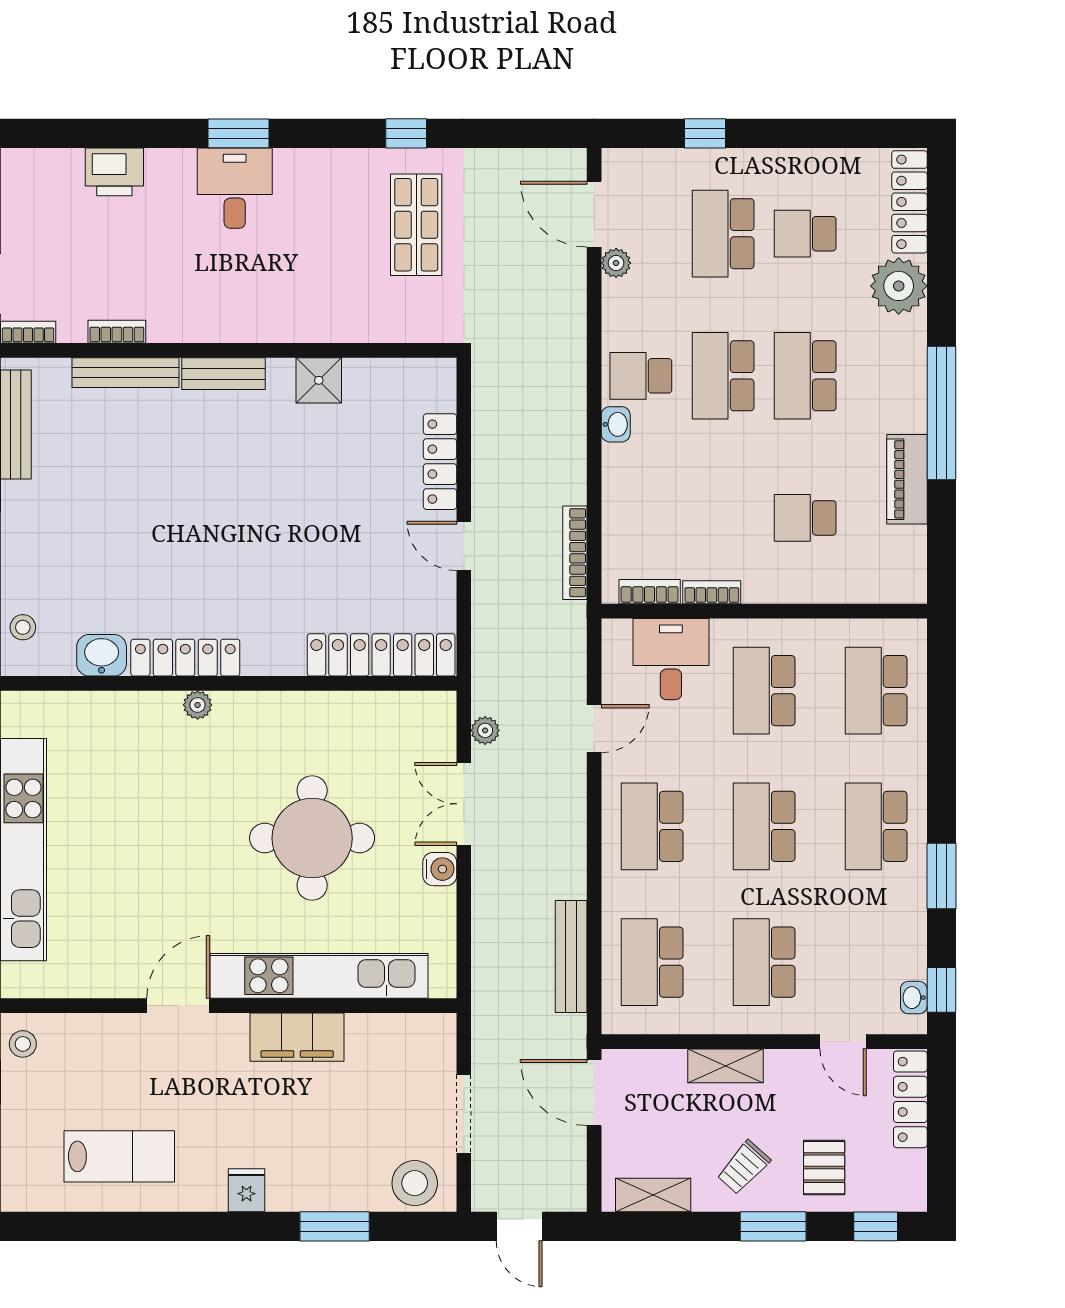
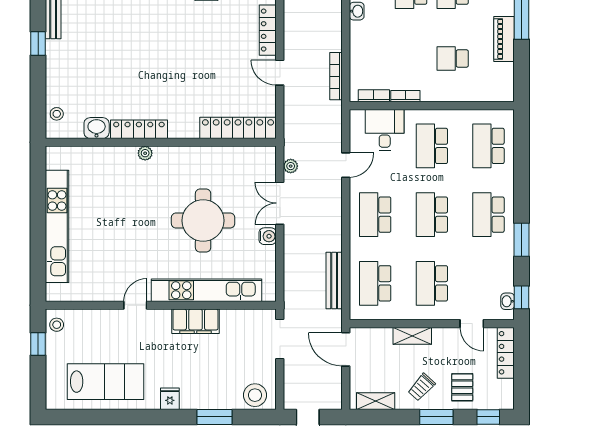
door: (178, 1006) -> (135, 305), width x0.73
doorway: (464, 1114) -> (280, 339), moved
lab bench: (119, 1156) -> (105, 382), width x1.36, depth x1.39

